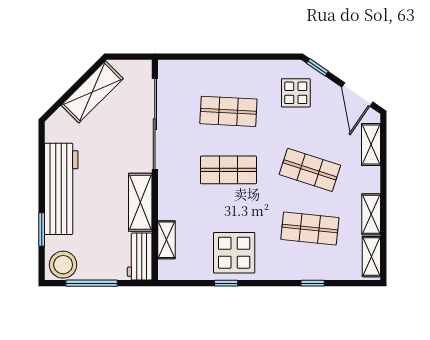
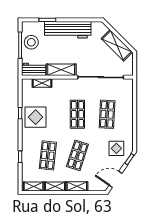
shelving: (371, 145) -> (77, 186), moved
stool: (63, 265) -> (31, 42), moved

